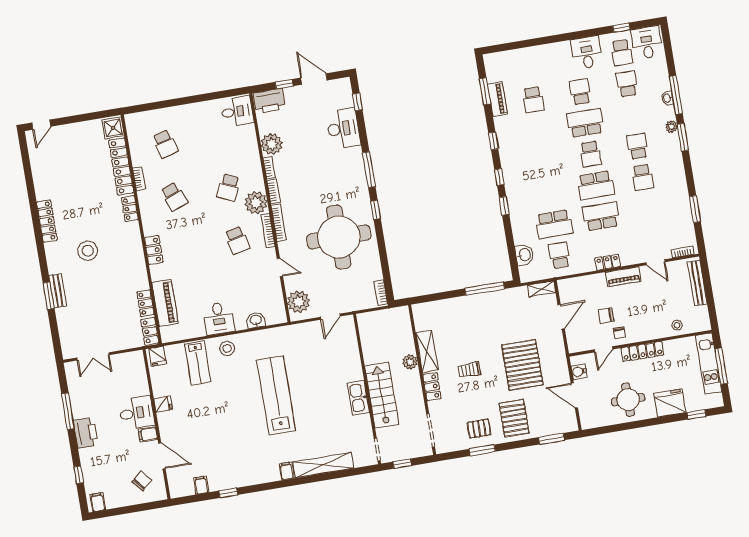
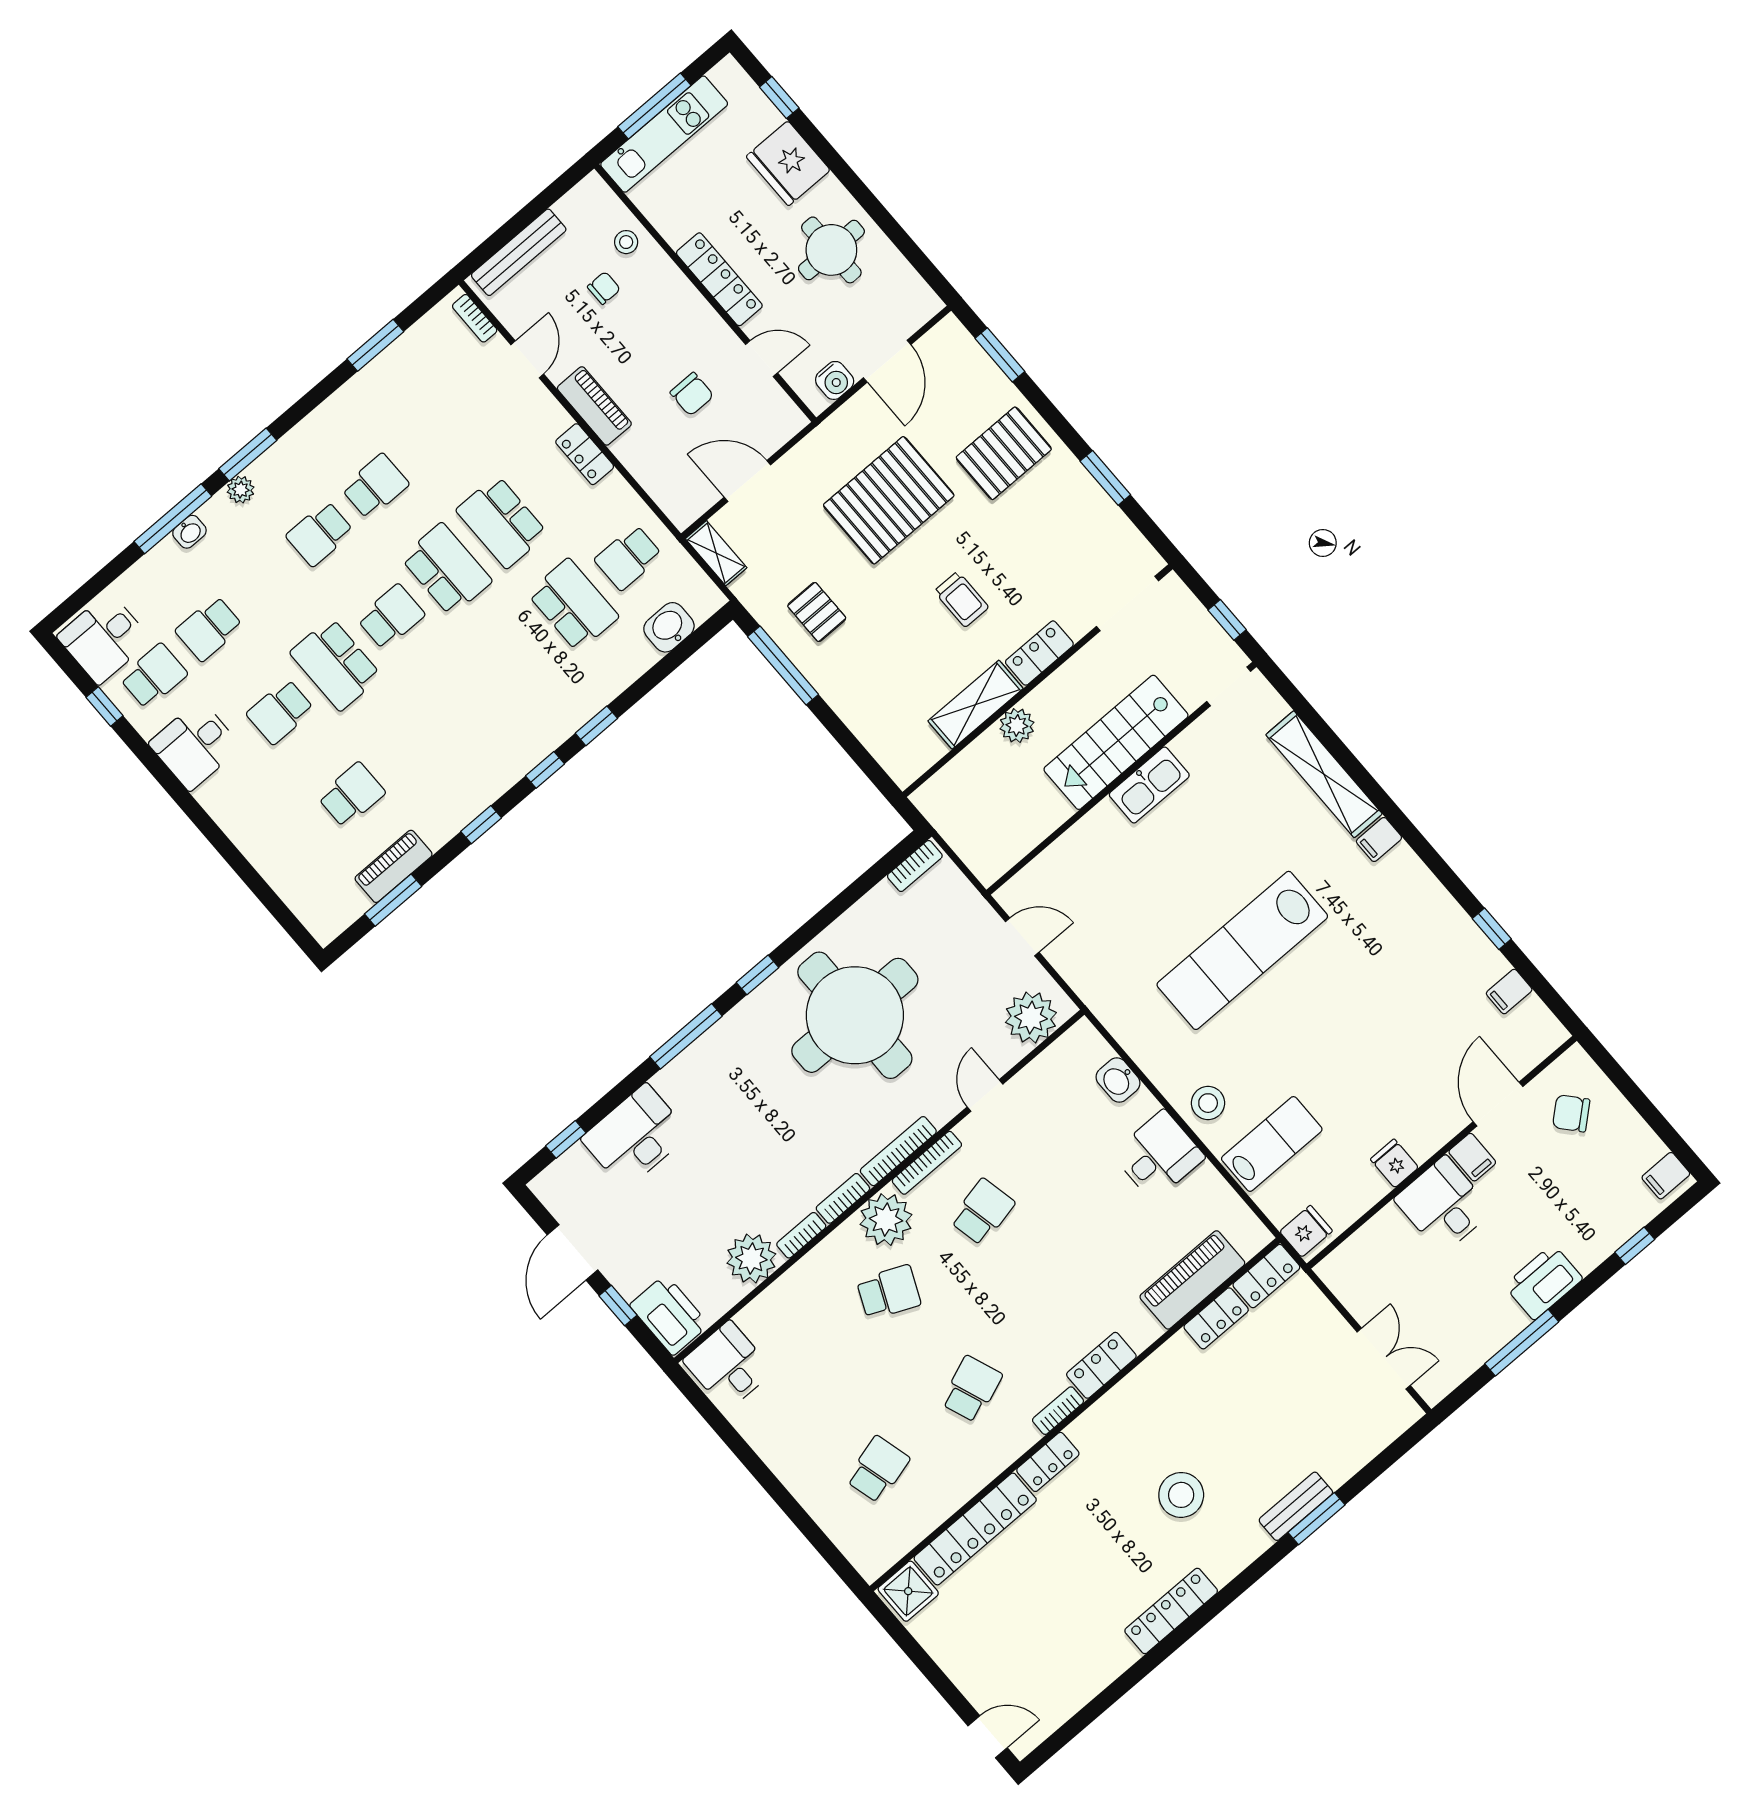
bookcase: (139, 179) -> (1058, 1411), moved
chair: (619, 333) -> (604, 288), moved
pallet: (479, 429) -> (817, 612), moved

